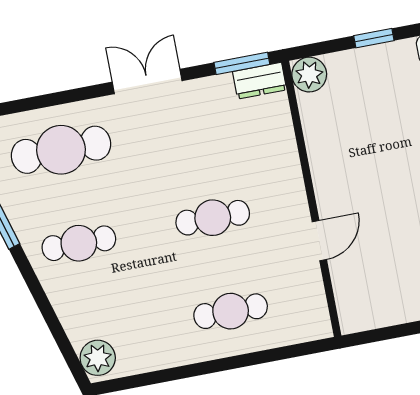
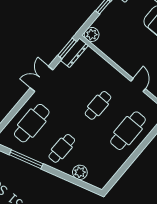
dresser: (260, 81) -> (74, 53), width x1.44
cafe table: (231, 311) -> (128, 131), width x1.37, depth x1.35
plant: (98, 358) -> (80, 172), moved

